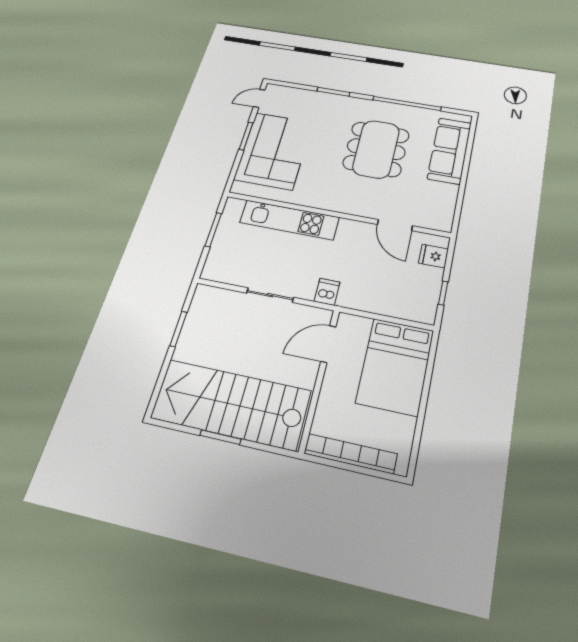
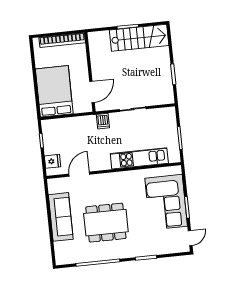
dining table: (376, 149) -> (106, 223), turned 90
sofa: (450, 151) -> (61, 217), moved
door: (395, 225) -> (79, 174), hinge flipped
stairs: (231, 404) -> (139, 38), width x0.73, depth x0.66

